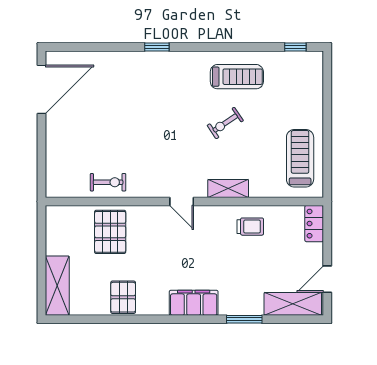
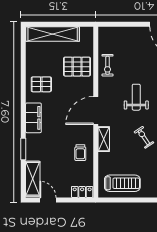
weight bench: (160, 136) -> (136, 97), added
door: (182, 201) -> (96, 110), width x1.88
shelving: (57, 286) -> (53, 34), width x1.47
pallet: (123, 297) -> (41, 84), moved

